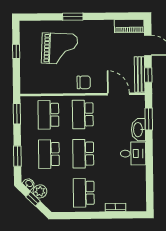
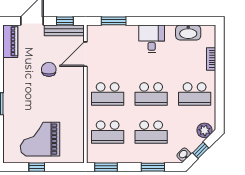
grand piano: (60, 49) -> (40, 139), moved, turned -93
chair: (84, 82) -> (49, 69), moved
washbasin: (138, 130) -> (188, 33), moved
plant: (40, 191) -> (204, 130), moved

